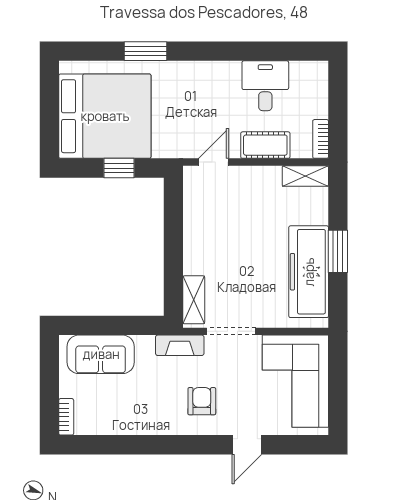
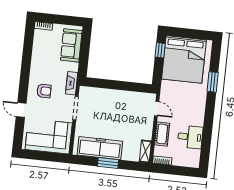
window: (119, 168) -> (160, 50), moved
shelving: (194, 300) -> (92, 92), removed

